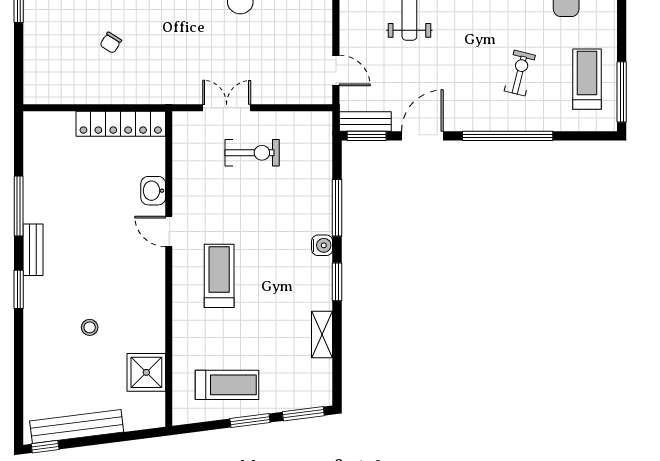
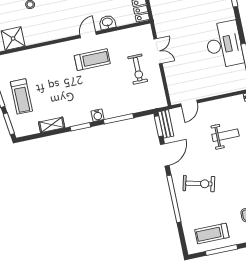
exercise bike: (520, 73) -> (199, 184), moved, width x1.38, depth x1.39
treadmill: (587, 79) -> (212, 234), turned 180
window: (622, 92) -> (222, 250), moved
door: (422, 136) -> (165, 155), hinge flipped
treadmill: (219, 276) -> (92, 60), moved
treadmill: (227, 385) -> (21, 96), moved

